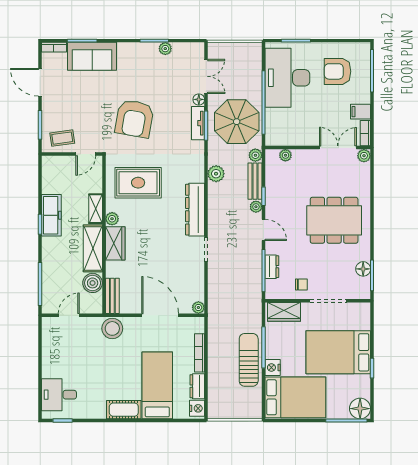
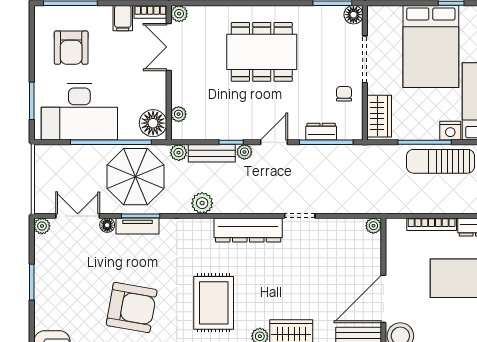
plant: (165, 49) -> (42, 226), moved
floor lamp: (278, 135) -> (153, 123), added
dining table: (334, 220) -> (262, 52), turned 90
floor lamp: (363, 269) -> (353, 15), moved
door: (160, 315) -> (383, 299), moved

